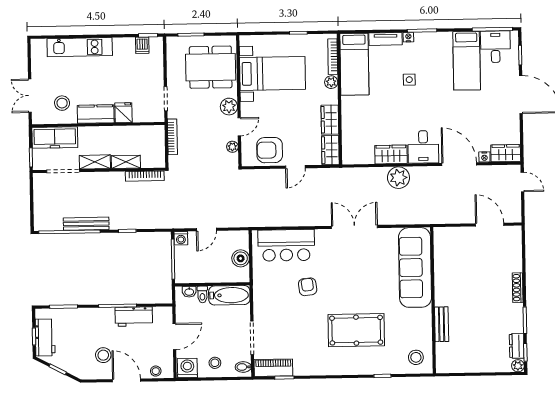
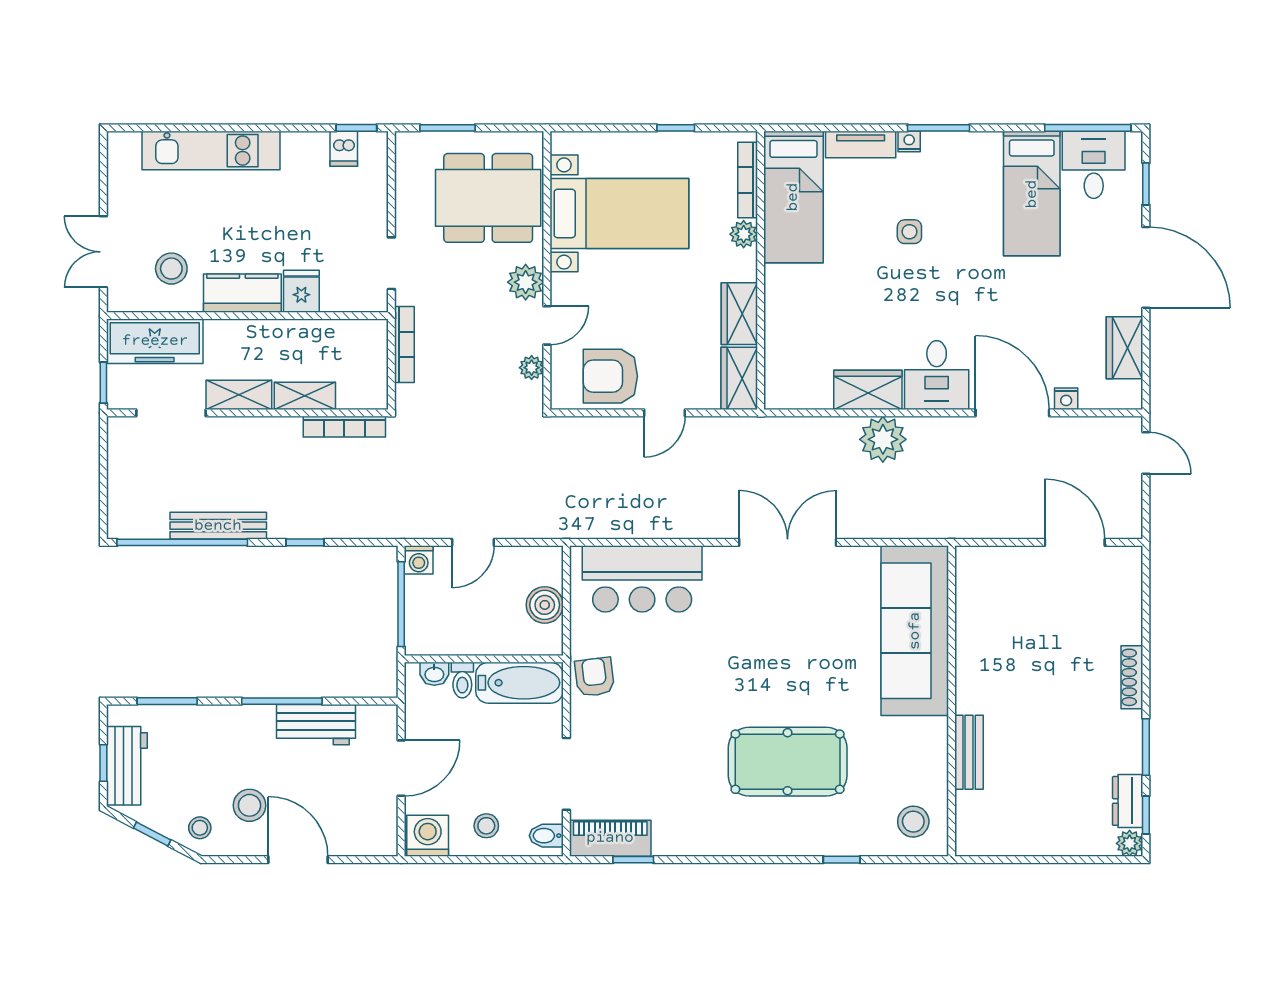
wardrobe: (506, 153) -> (1125, 348), moved, turned -90
armchair: (308, 287) -> (595, 677), moved
stool: (156, 371) -> (200, 828), moved

